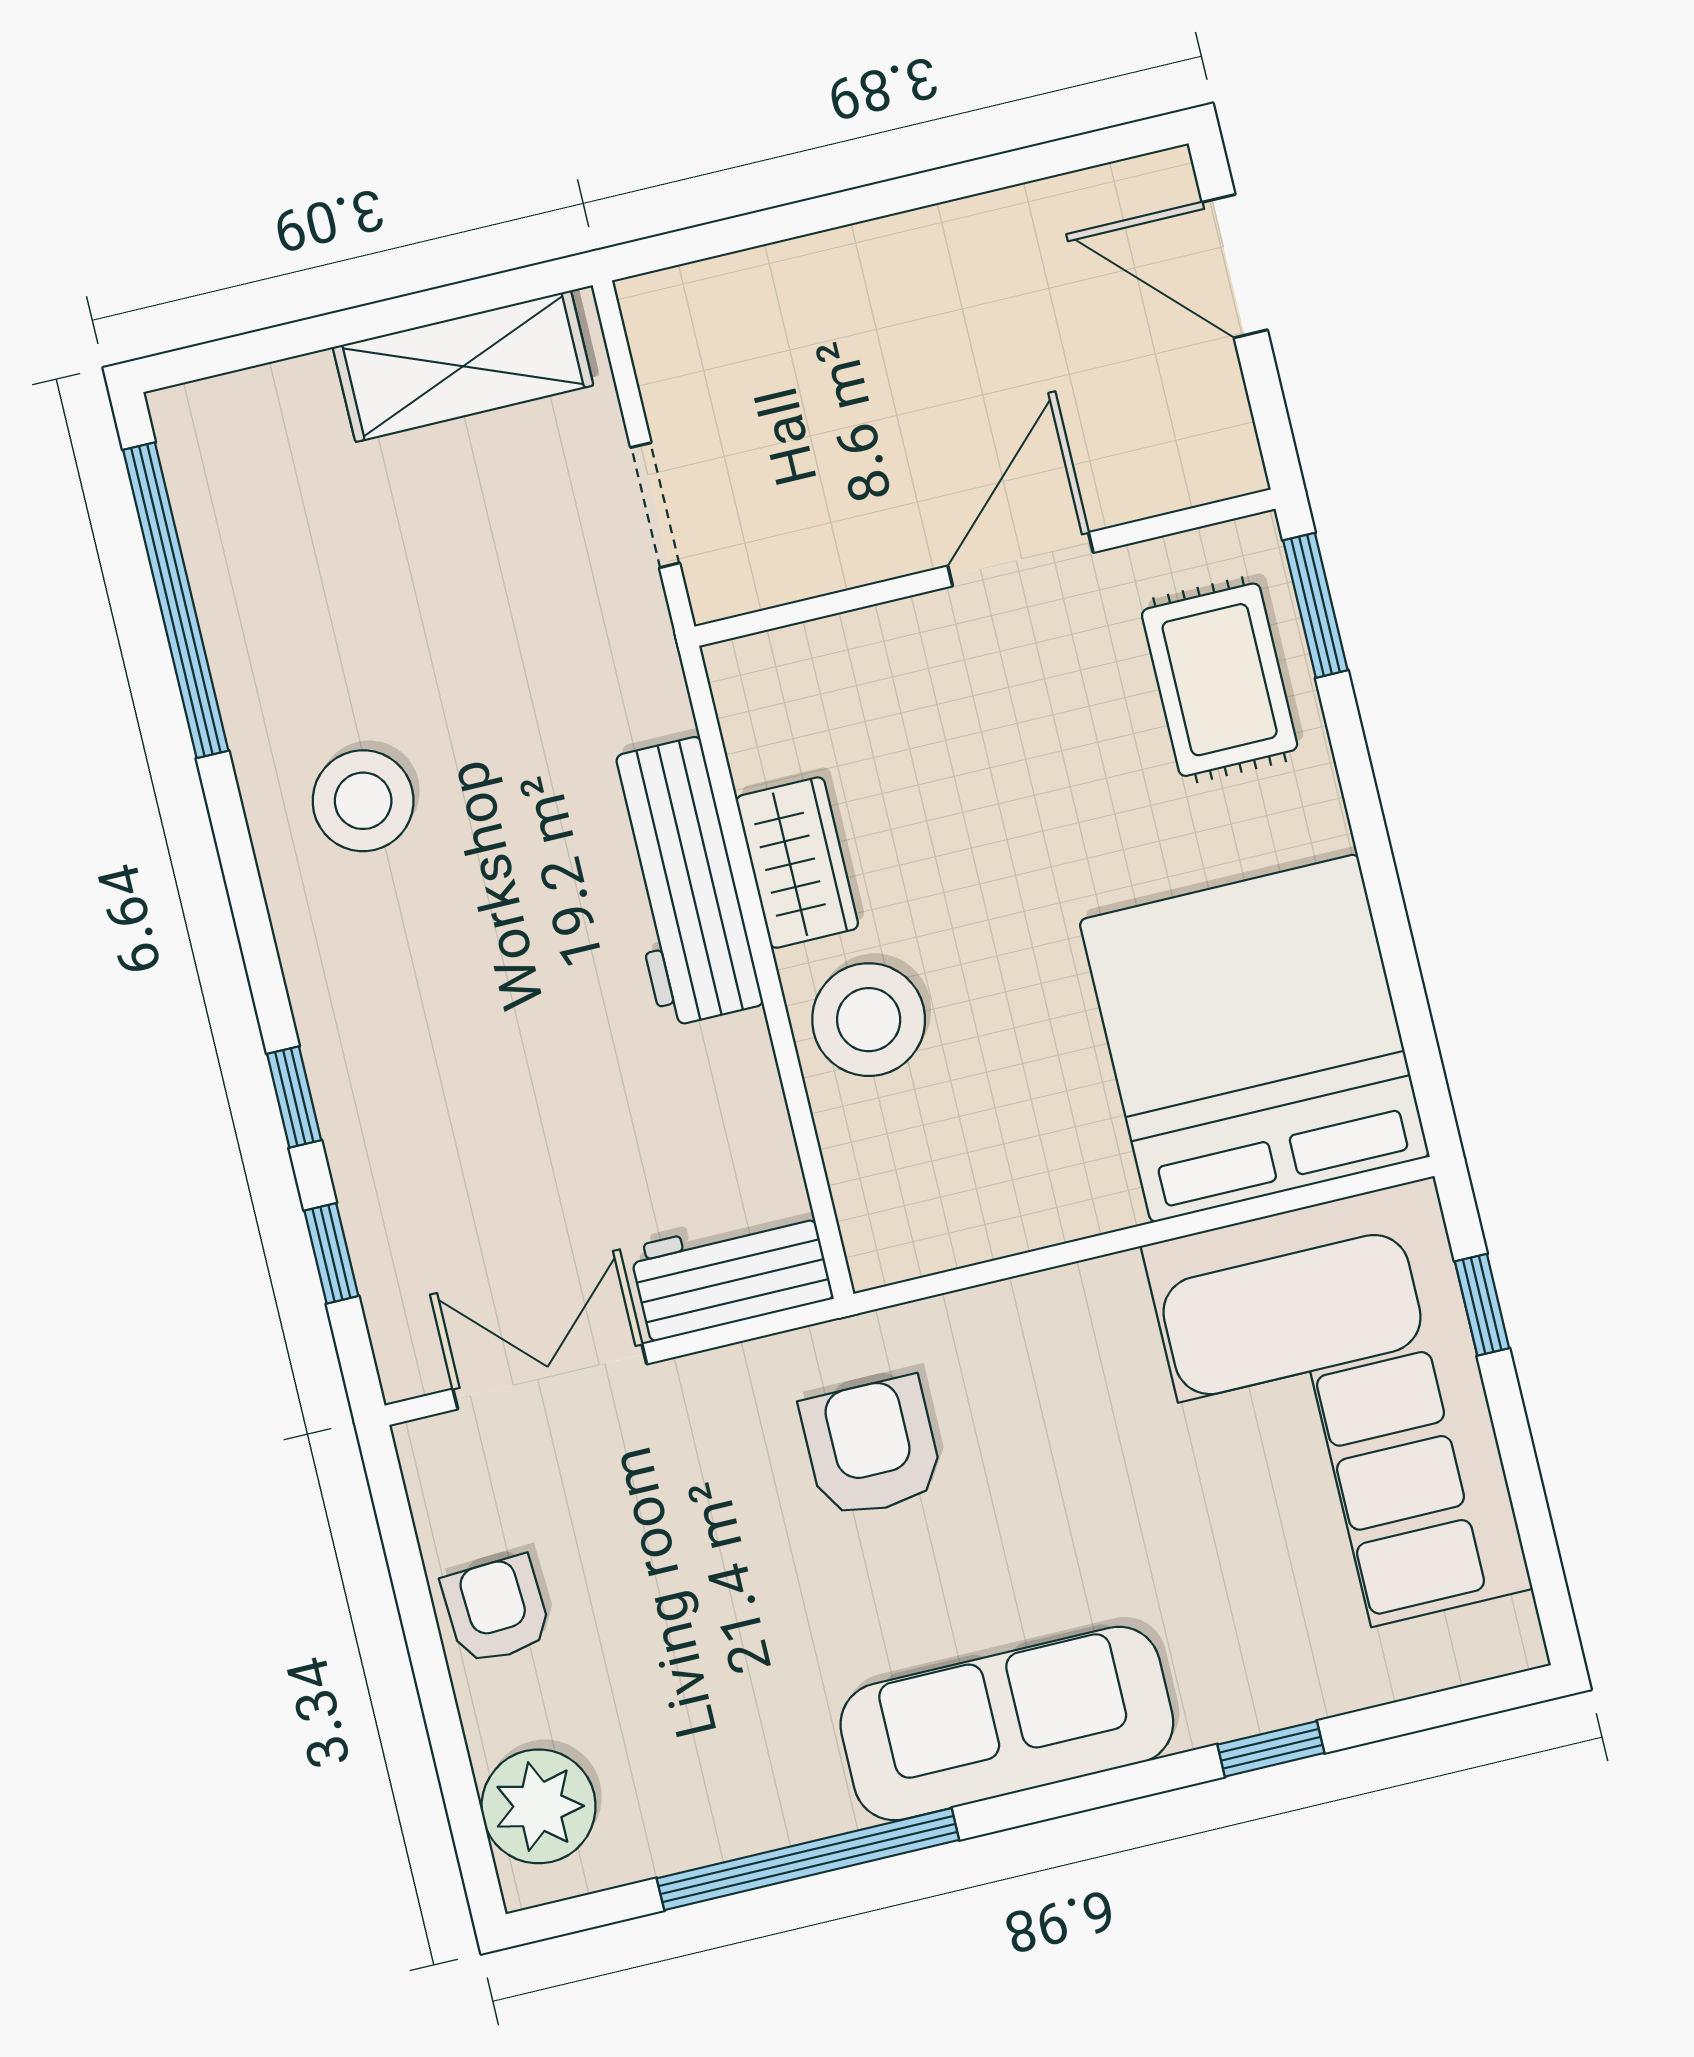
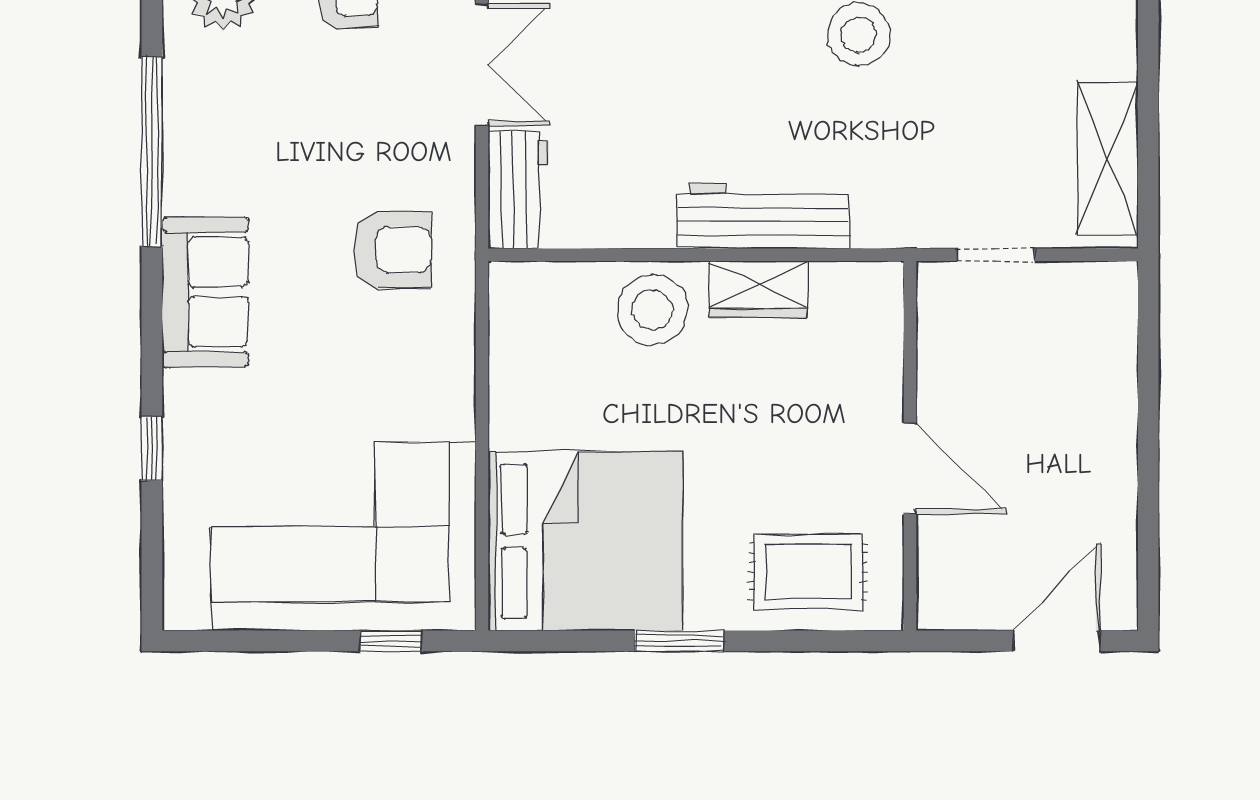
window: (1315, 605) -> (679, 641), moved
sofa: (1007, 1724) -> (205, 292), width x0.73

